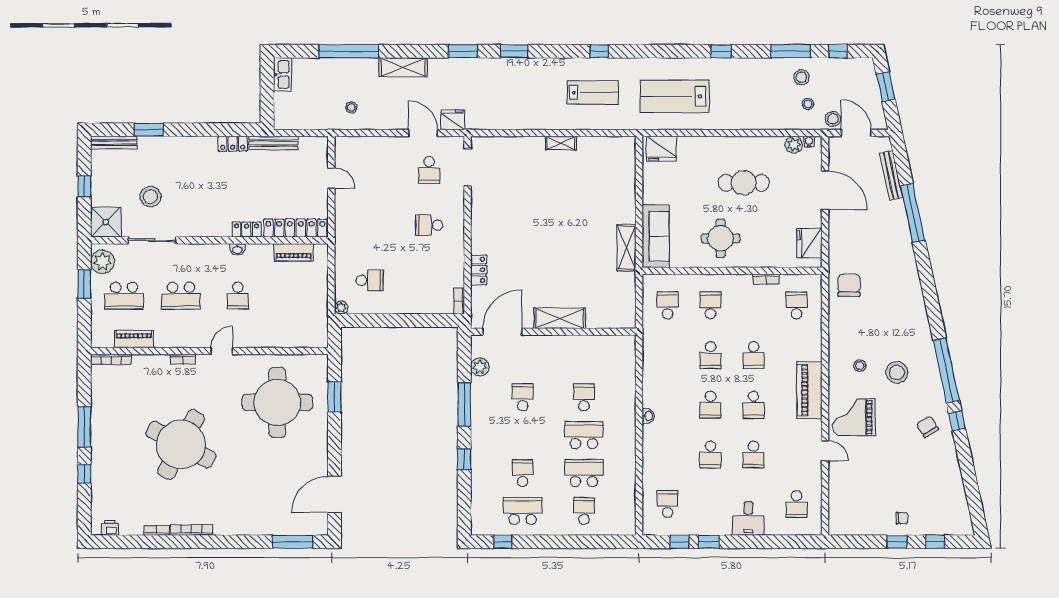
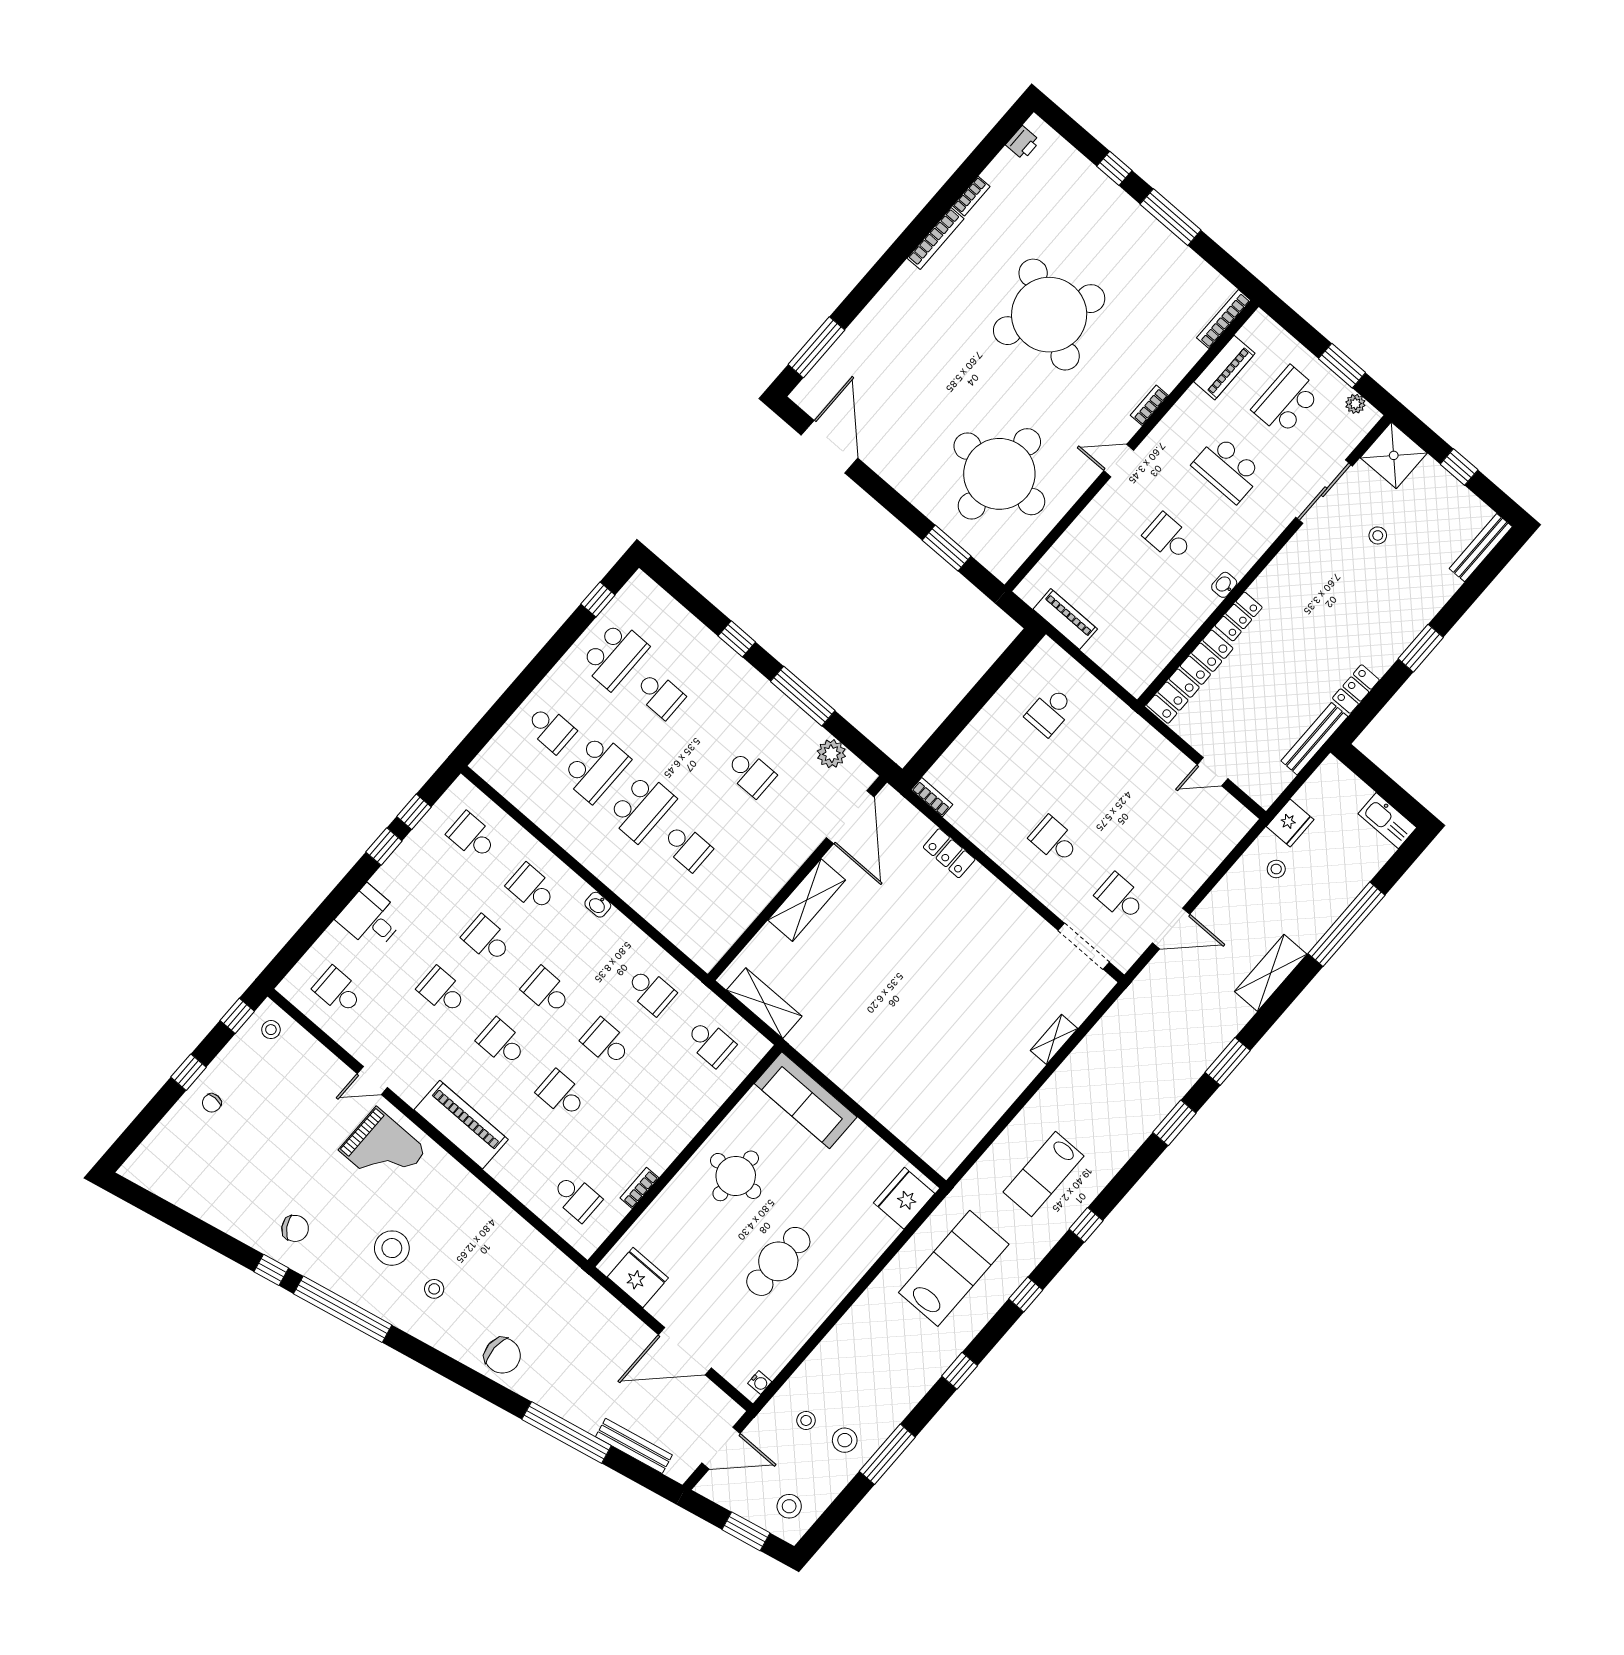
window: (838, 51) -> (1026, 1294), moved
stool: (833, 119) -> (789, 1506), moved
fridge: (453, 120) -> (1290, 823), moved
window: (149, 130) -> (1421, 648), moved
shelving: (561, 143) -> (1054, 1039), moved
plant: (794, 145) -> (772, 1361), removed
stool: (150, 197) -> (1378, 535), width x0.53, depth x0.53
school desk: (429, 225) -> (1054, 840), turned -90
shelving: (626, 248) -> (764, 1003), moved
piano: (294, 252) -> (1065, 619), moved, turned 90
plant: (103, 262) -> (1355, 404), width x0.53, depth x0.53
chair: (849, 285) -> (502, 1356), moved
school desk: (181, 296) -> (1227, 469), turned -90
school desk: (711, 305) -> (651, 991), moved
plant: (341, 307) -> (1047, 649), removed
door: (222, 351) -> (1119, 461), swing flipped
stool: (860, 366) -> (434, 1289), moved
grand piano: (854, 417) -> (383, 1150), turned 90
school desk: (668, 454) -> (532, 888), added
school desk: (668, 504) -> (472, 836), turned 180
stool: (843, 520) -> (271, 1030), added
window: (935, 542) -> (237, 1016), moved

